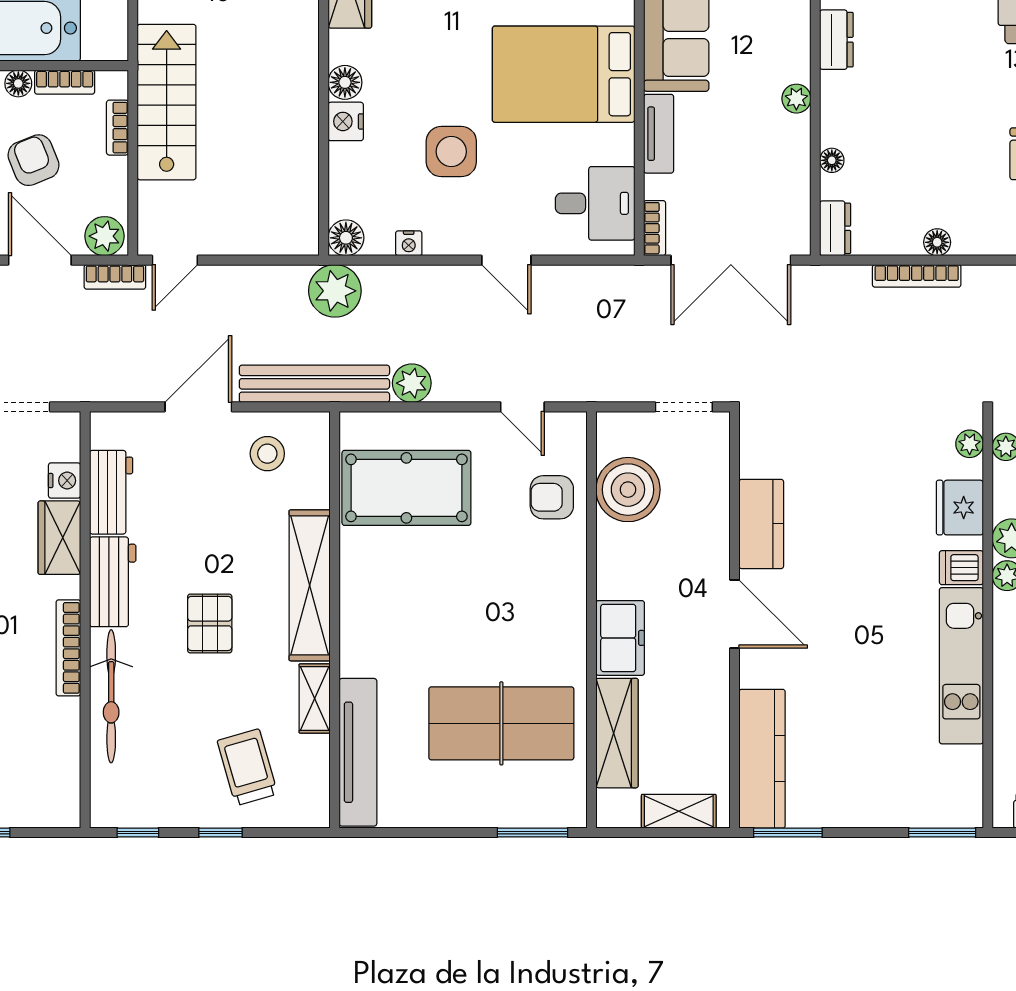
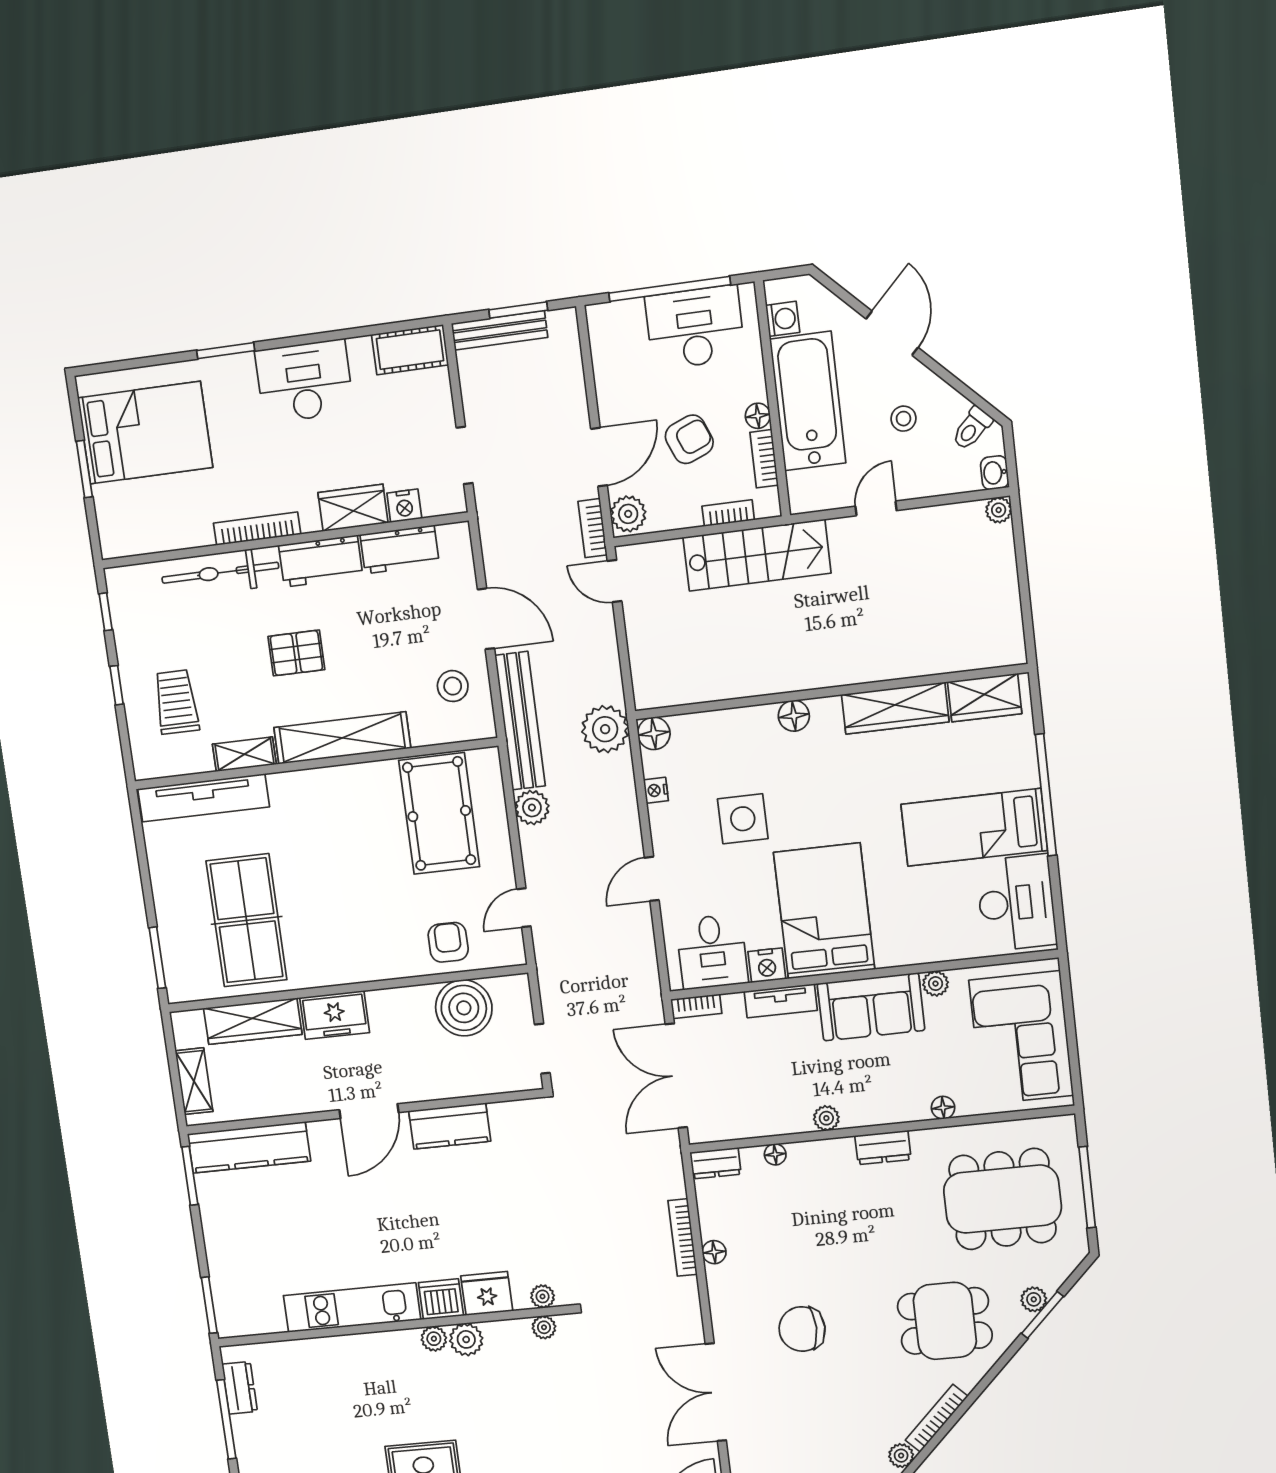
nightstand: (346, 121) -> (767, 965), moved, turned 180
dishwasher: (961, 568) -> (441, 1299), width x1.38
trolley: (247, 767) -> (176, 702), turned -74

